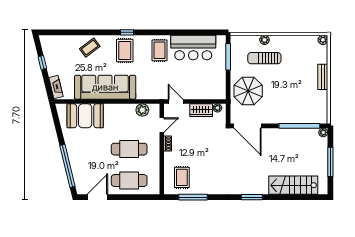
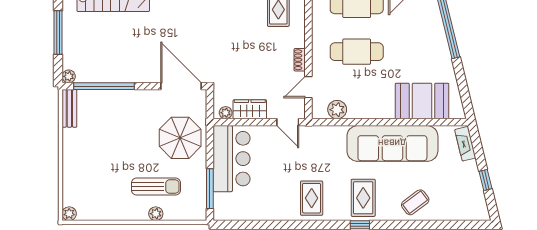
bar counter: (193, 48) -> (232, 159), moved, turned 90
bench: (323, 77) -> (69, 108), moved

